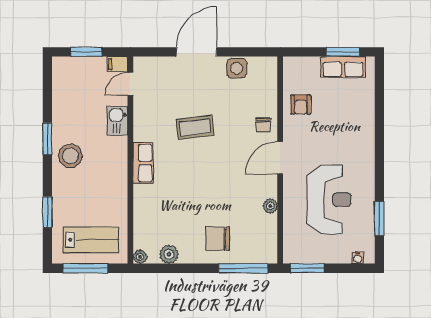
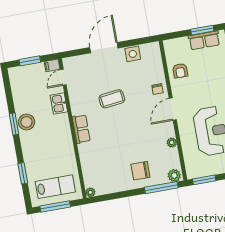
stool: (70, 156) -> (26, 122), moved
plant: (169, 254) -> (174, 176), moved

